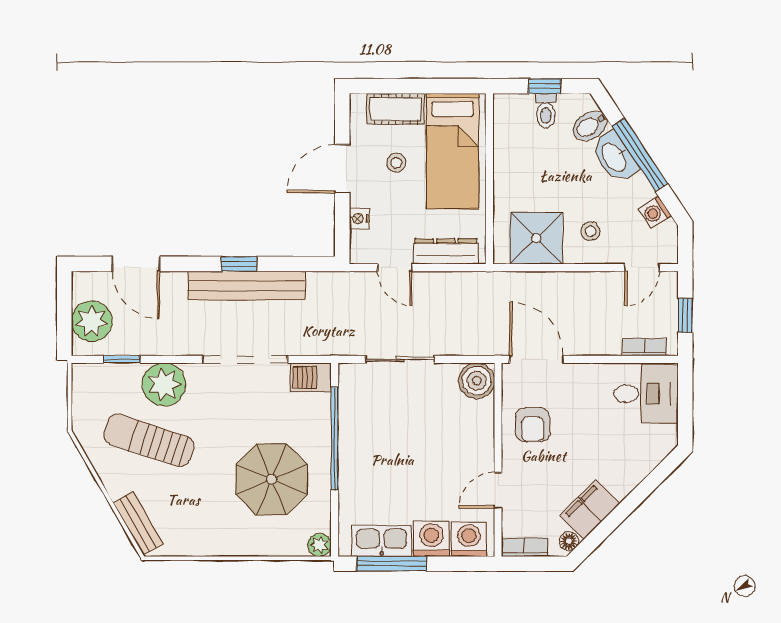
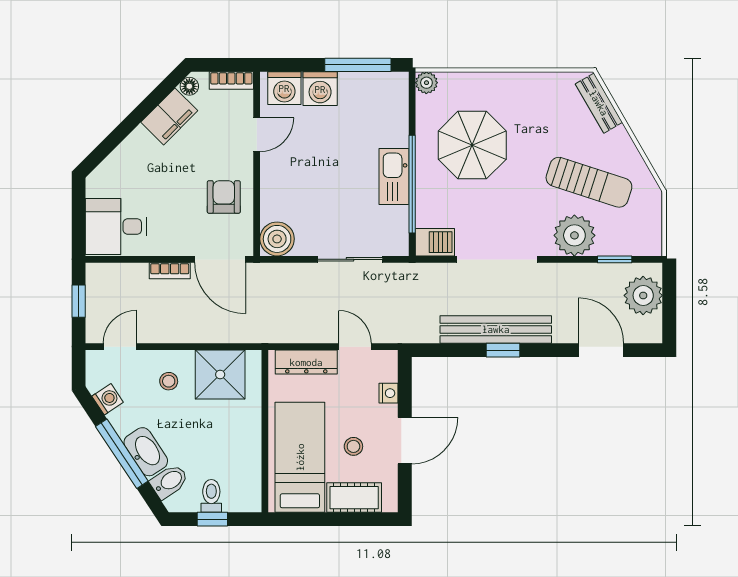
bookcase: (644, 347) -> (170, 271), moved
kitchen sink: (382, 541) -> (394, 177), moved, turned 90

